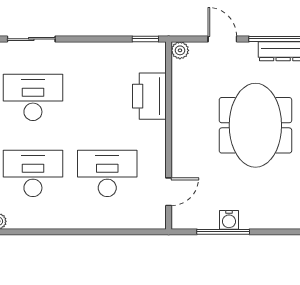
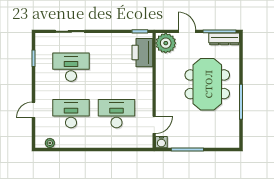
plant: (180, 50) -> (166, 43), width x1.87, depth x1.87
printer: (149, 96) -> (142, 53), moved
water cooler: (229, 220) -> (161, 142), moved

